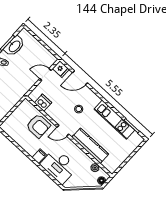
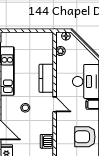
armchair: (38, 126) -> (85, 137), moved, turned -90
kitchen counter: (90, 146) -> (46, 78), width x0.67

